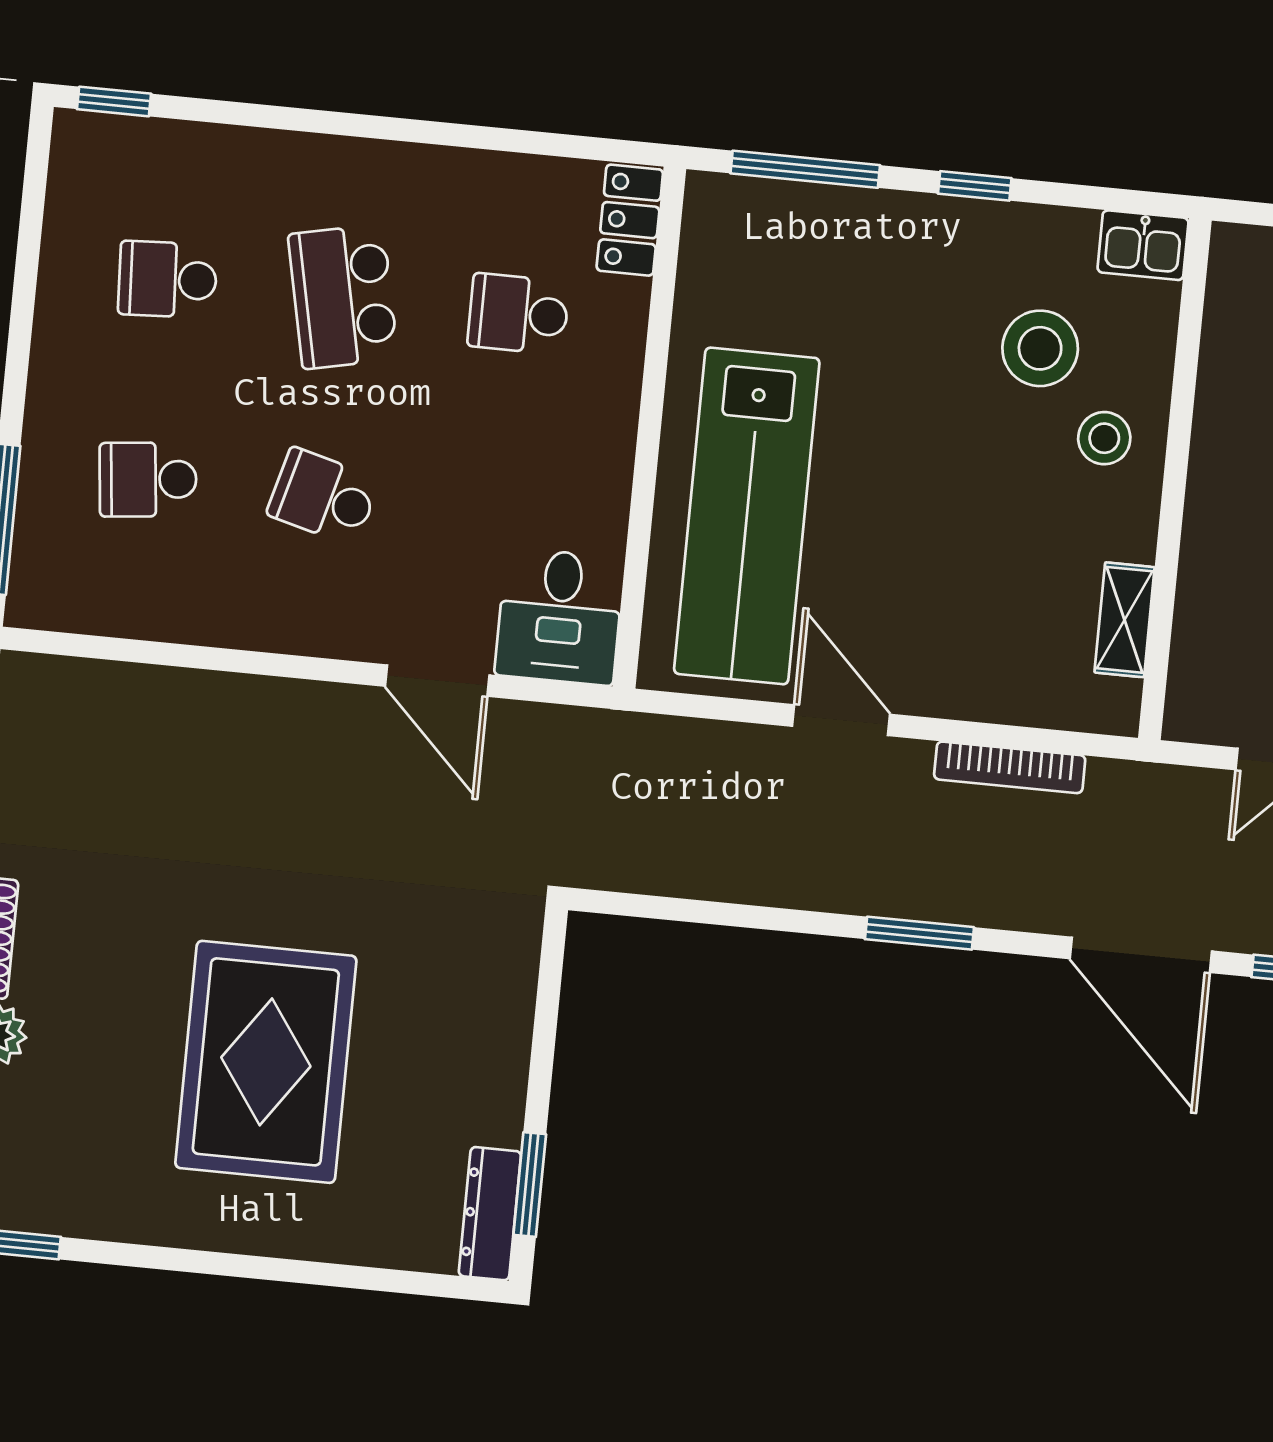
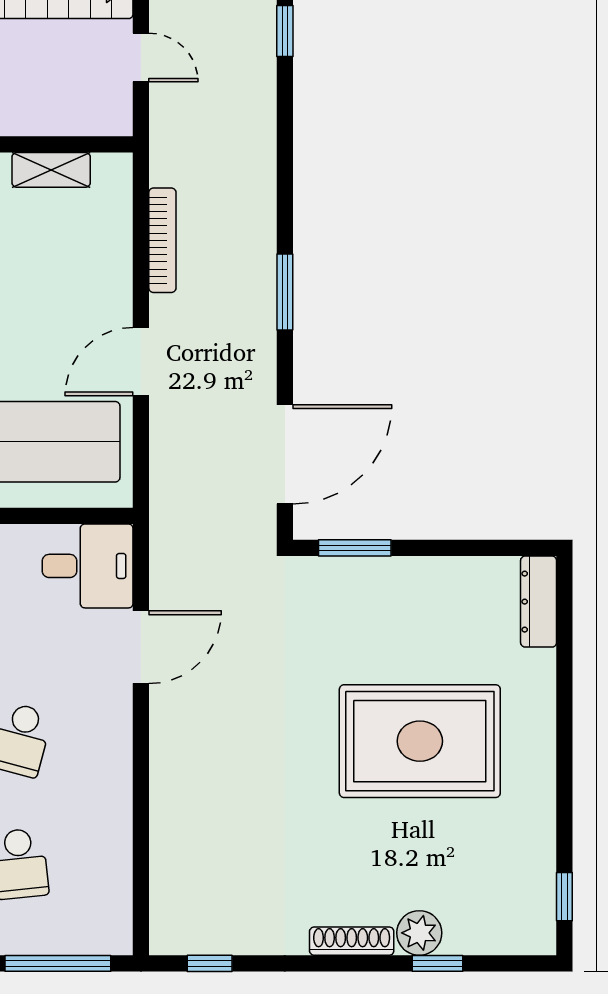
door: (1141, 955) -> (285, 454), moved
window: (530, 1184) -> (355, 548), moved
dresser: (490, 1214) -> (539, 602), moved, turned 90

